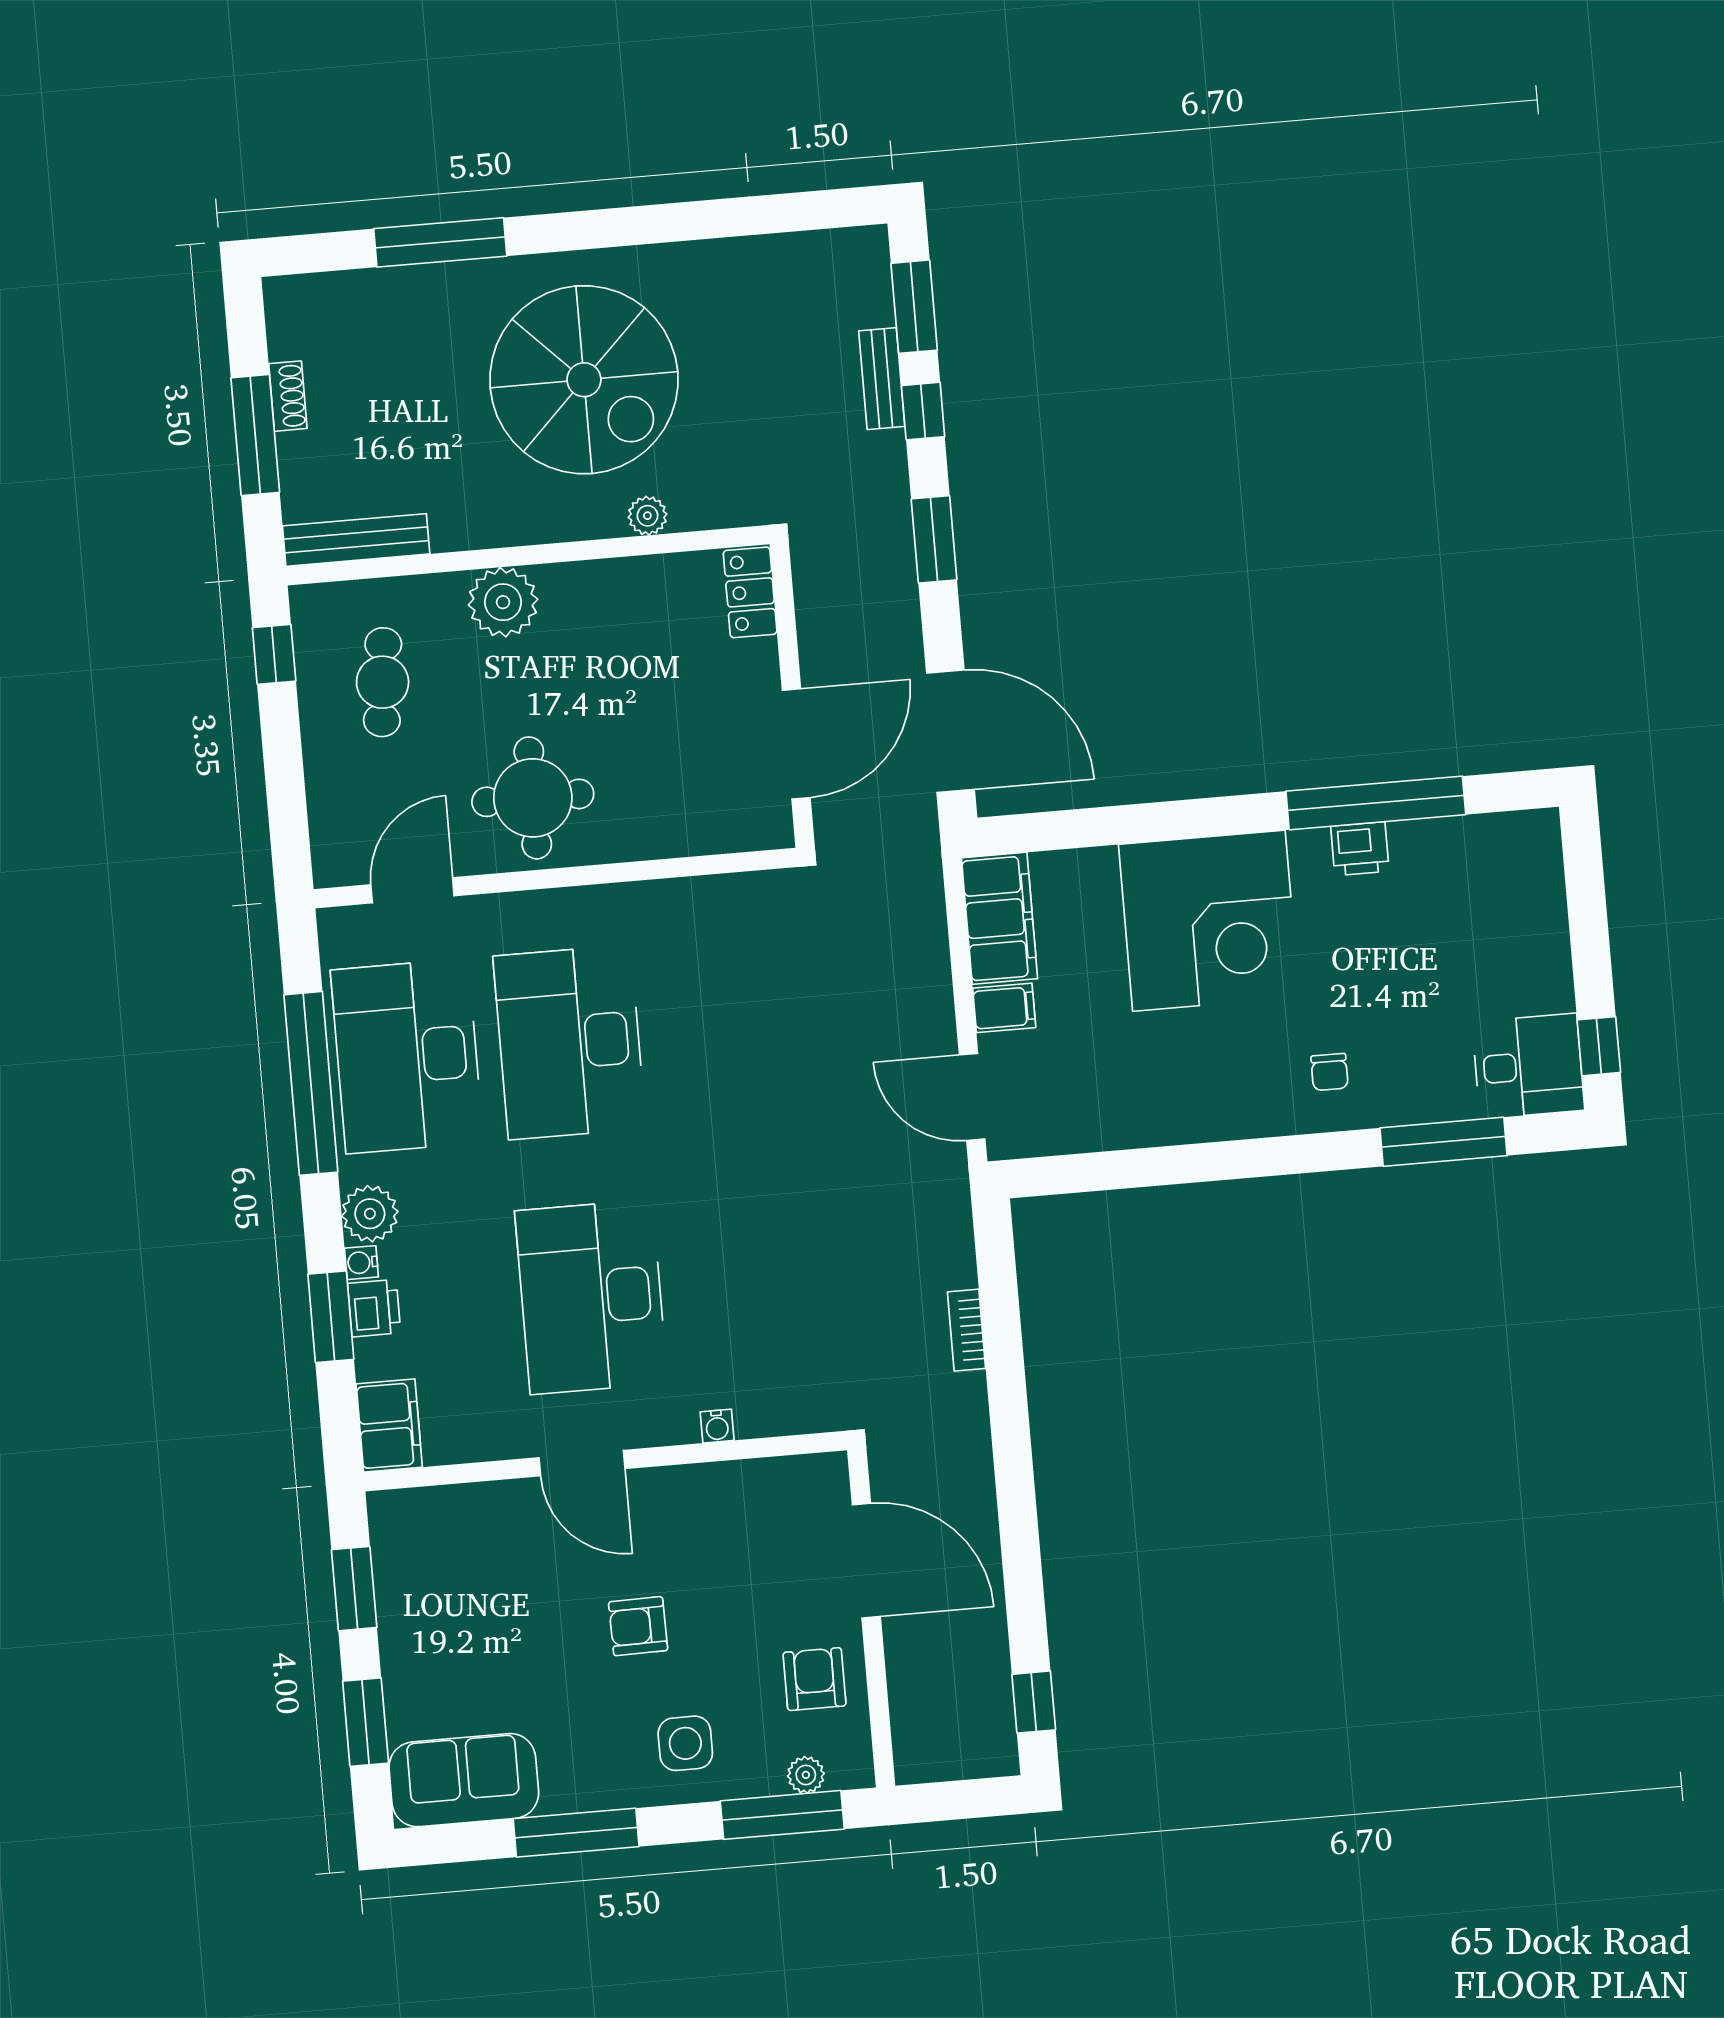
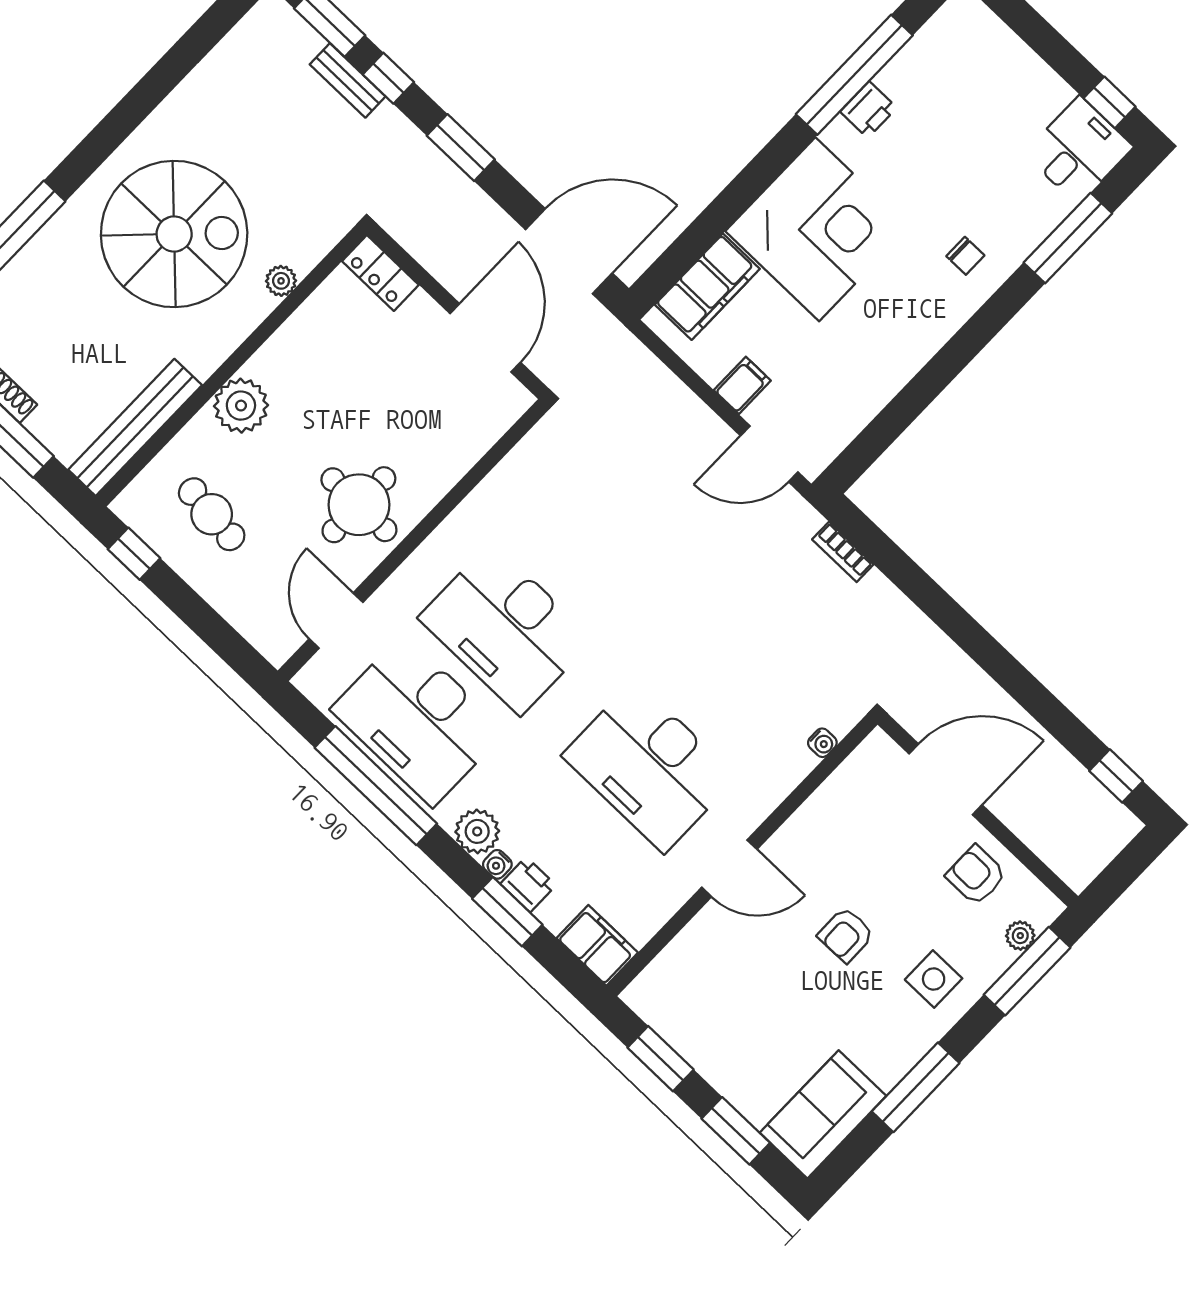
bench: (356, 540) -> (135, 427), width x1.37, depth x1.21
filing cabinet: (1000, 918) -> (707, 287), moved, turned 90
bookcase: (966, 1330) -> (843, 552), moved
water cooler: (717, 1426) -> (822, 743), moved

